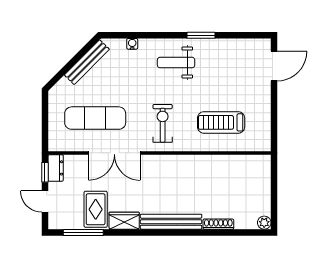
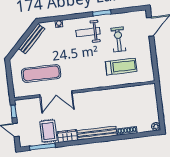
treadmill: (221, 122) -> (121, 67), turned 180
exercise bike: (163, 123) -> (118, 39), moved
dresser: (56, 168) -> (20, 108), removed

